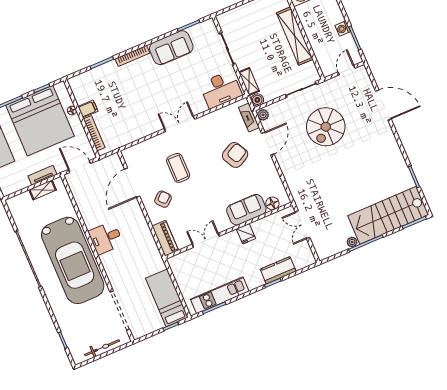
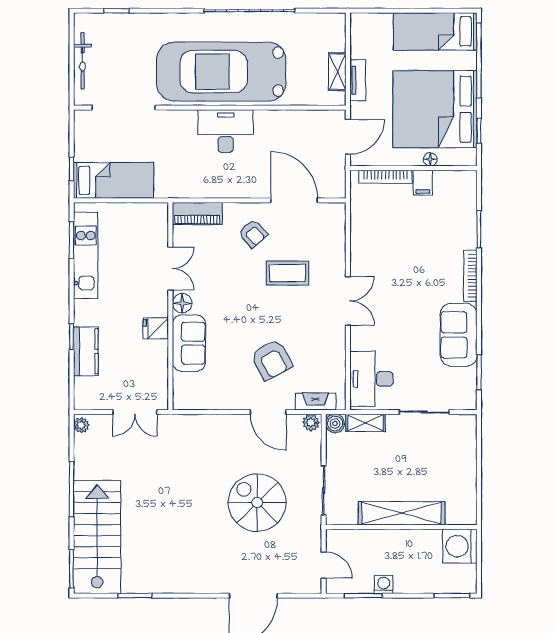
floor lamp: (272, 203) -> (182, 303), moved
double door: (302, 225) -> (135, 412), swing flipped
desk: (106, 238) -> (226, 131), width x1.37
plant: (352, 242) -> (81, 425), moved

